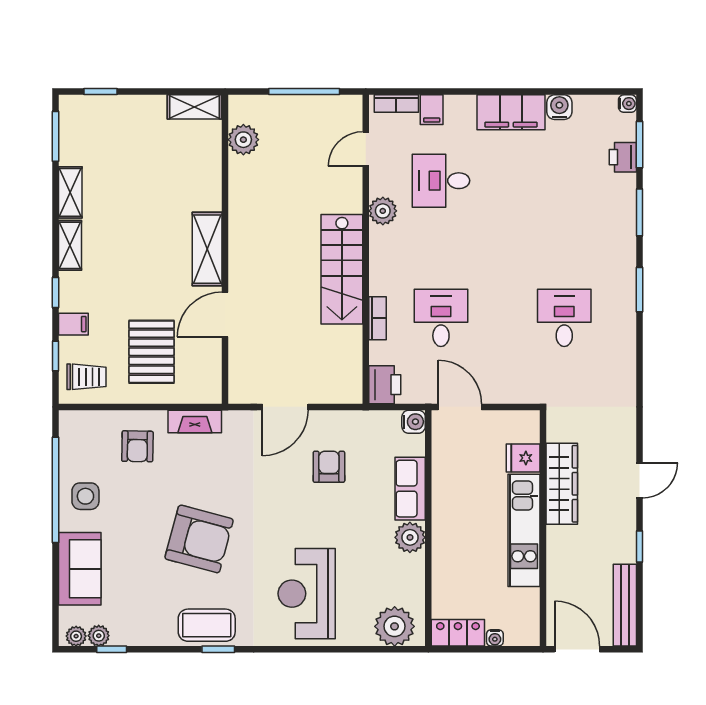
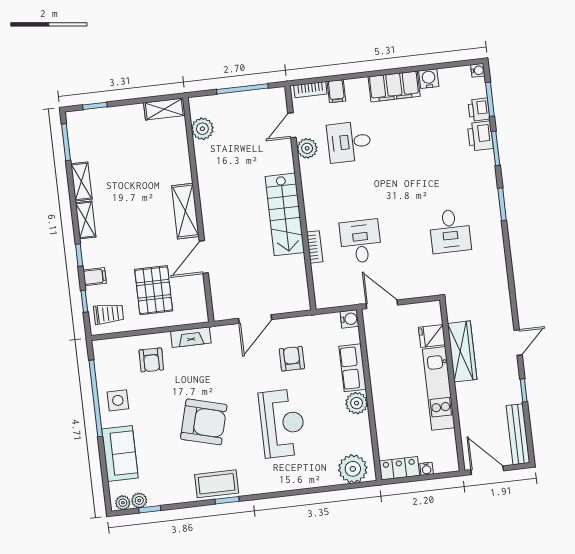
plant: (383, 211) -> (307, 148), moved
desk: (564, 318) -> (450, 231), turned 180
printer: (385, 385) -> (480, 136), moved, turned 180
reception desk: (307, 594) -> (282, 423), moved, turned 180

